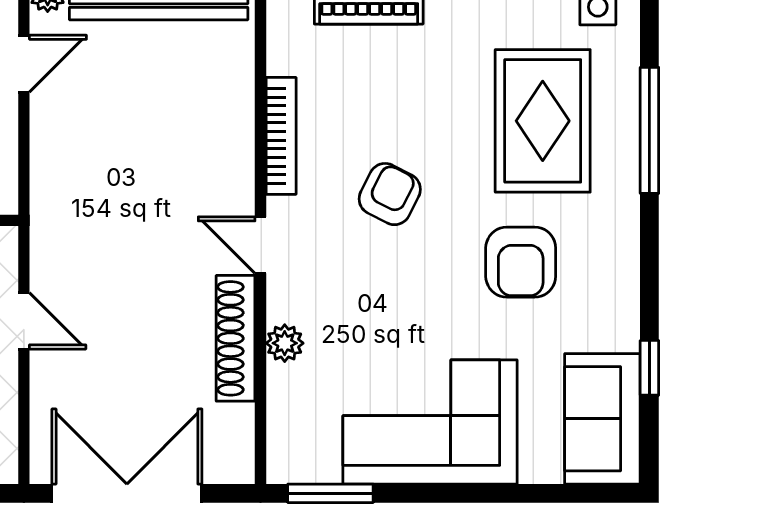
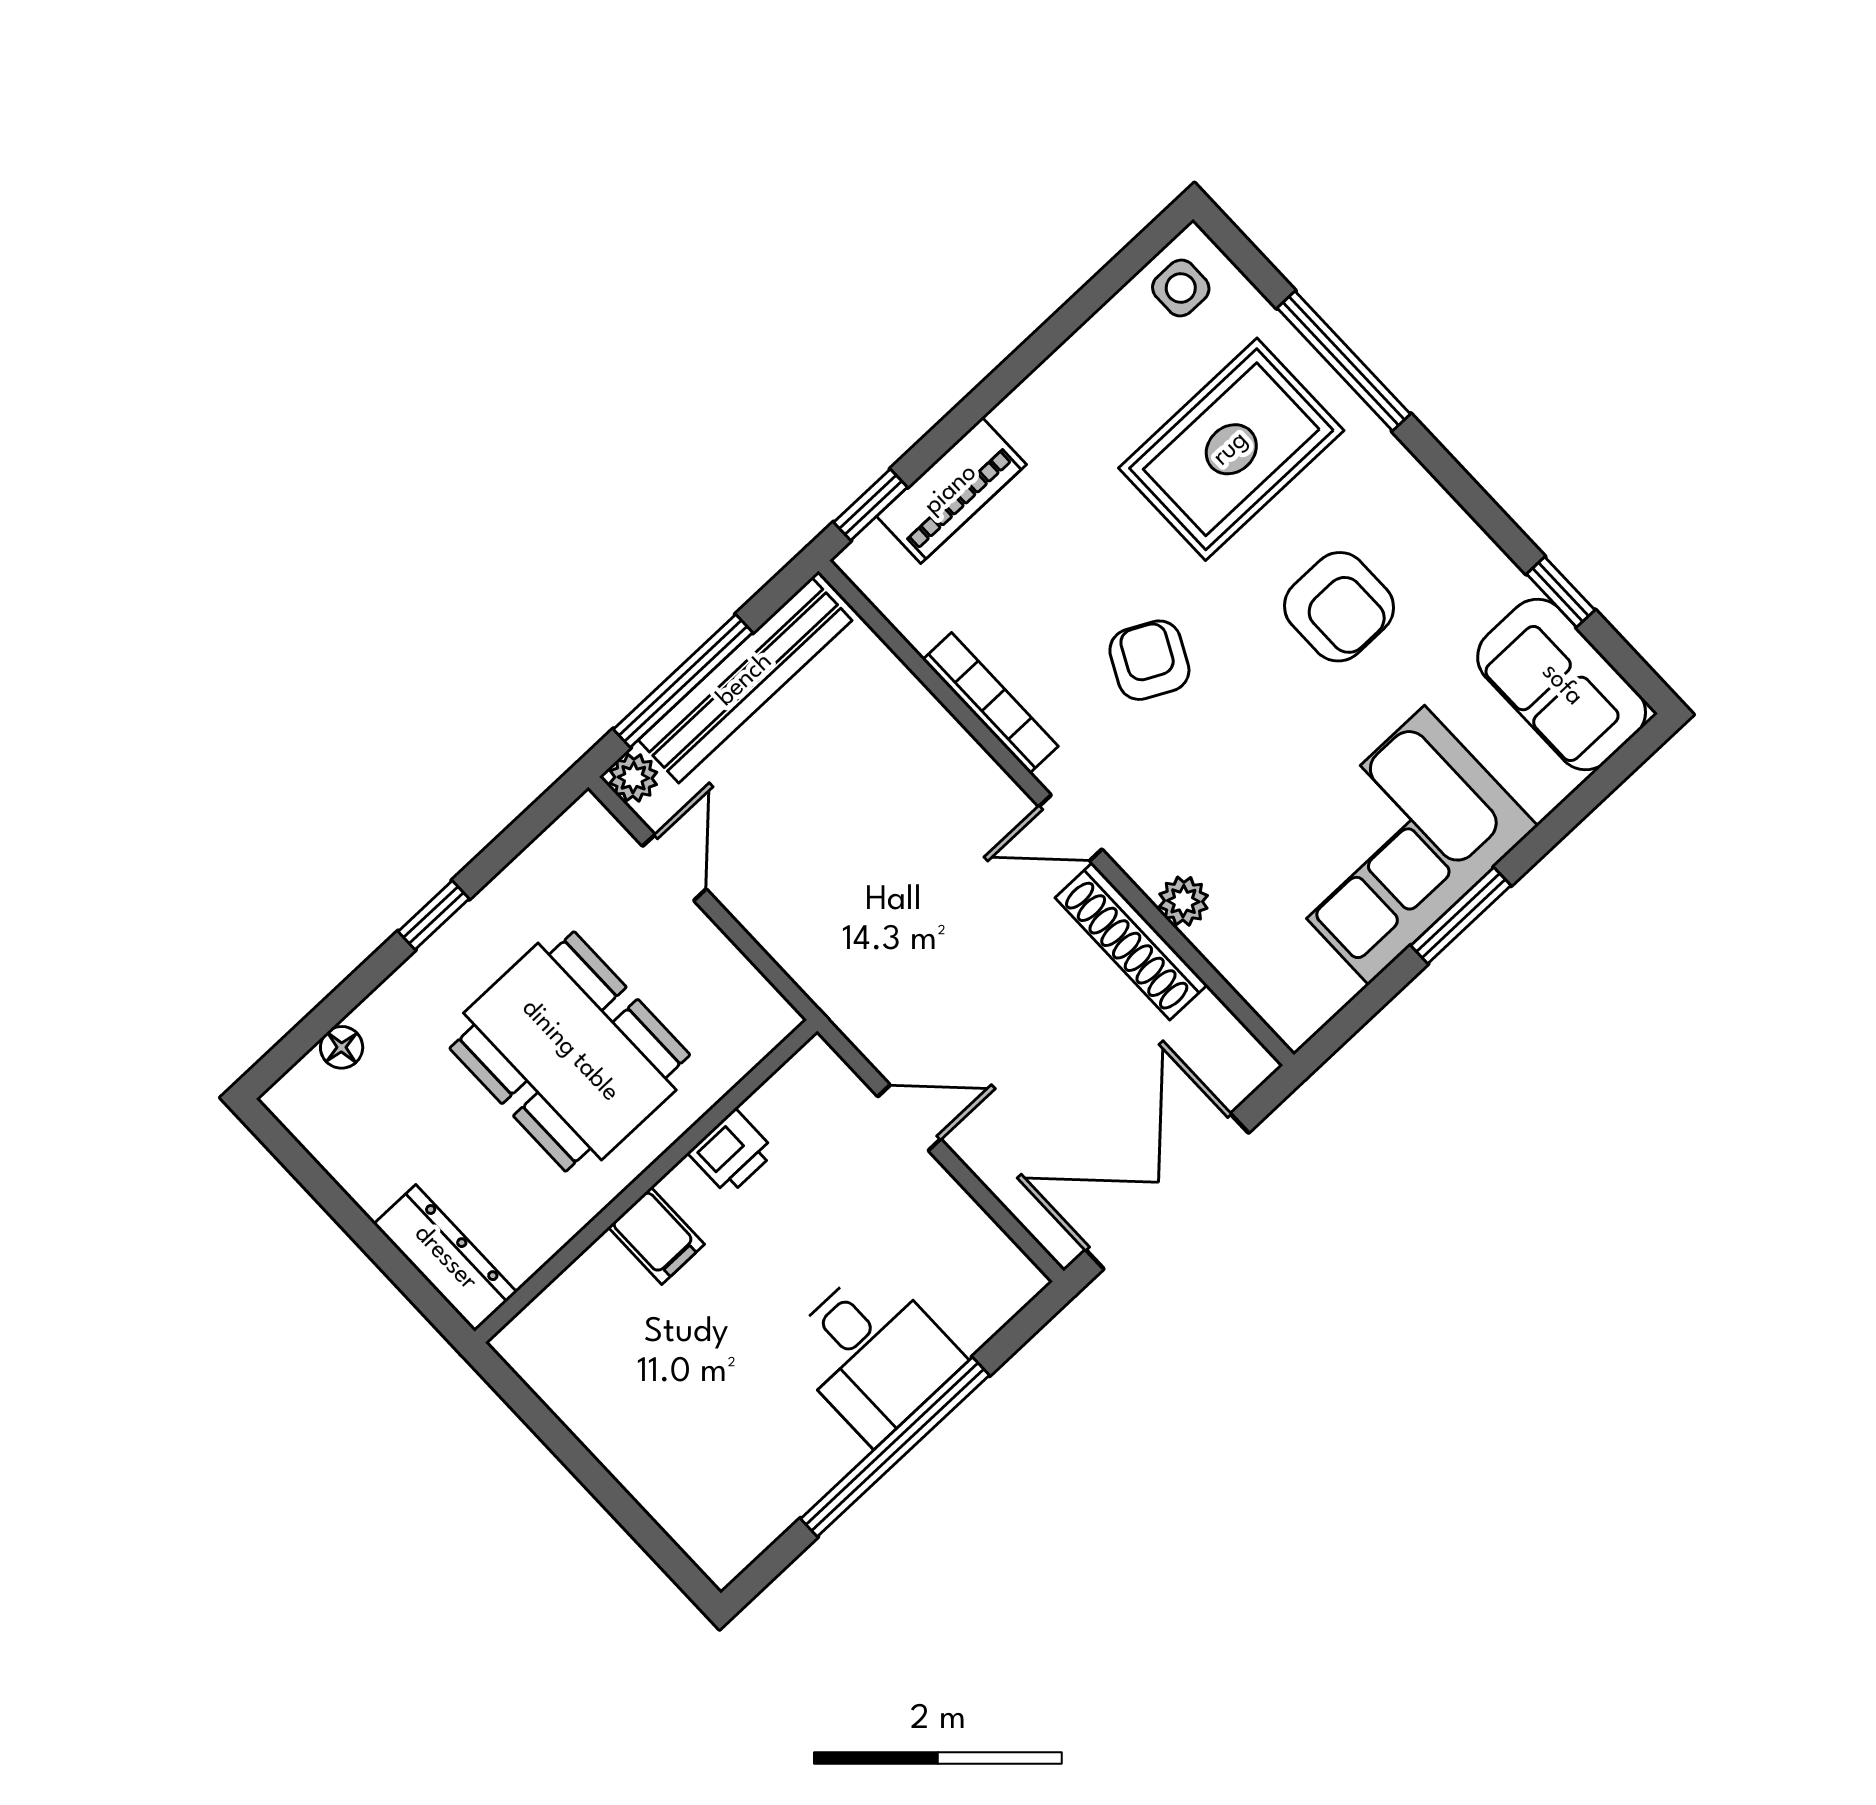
rug: (543, 121) -> (1231, 449), turned 90
window: (330, 493) -> (1461, 915), moved

